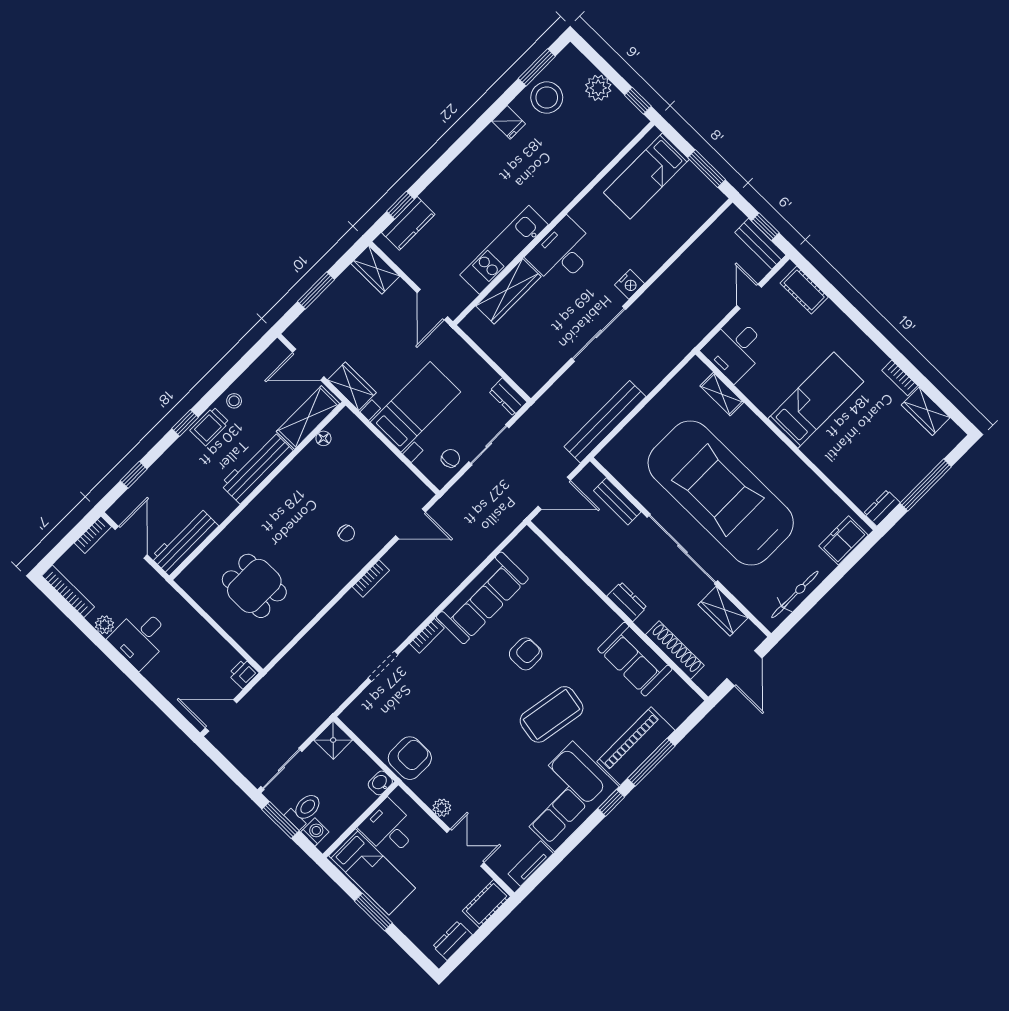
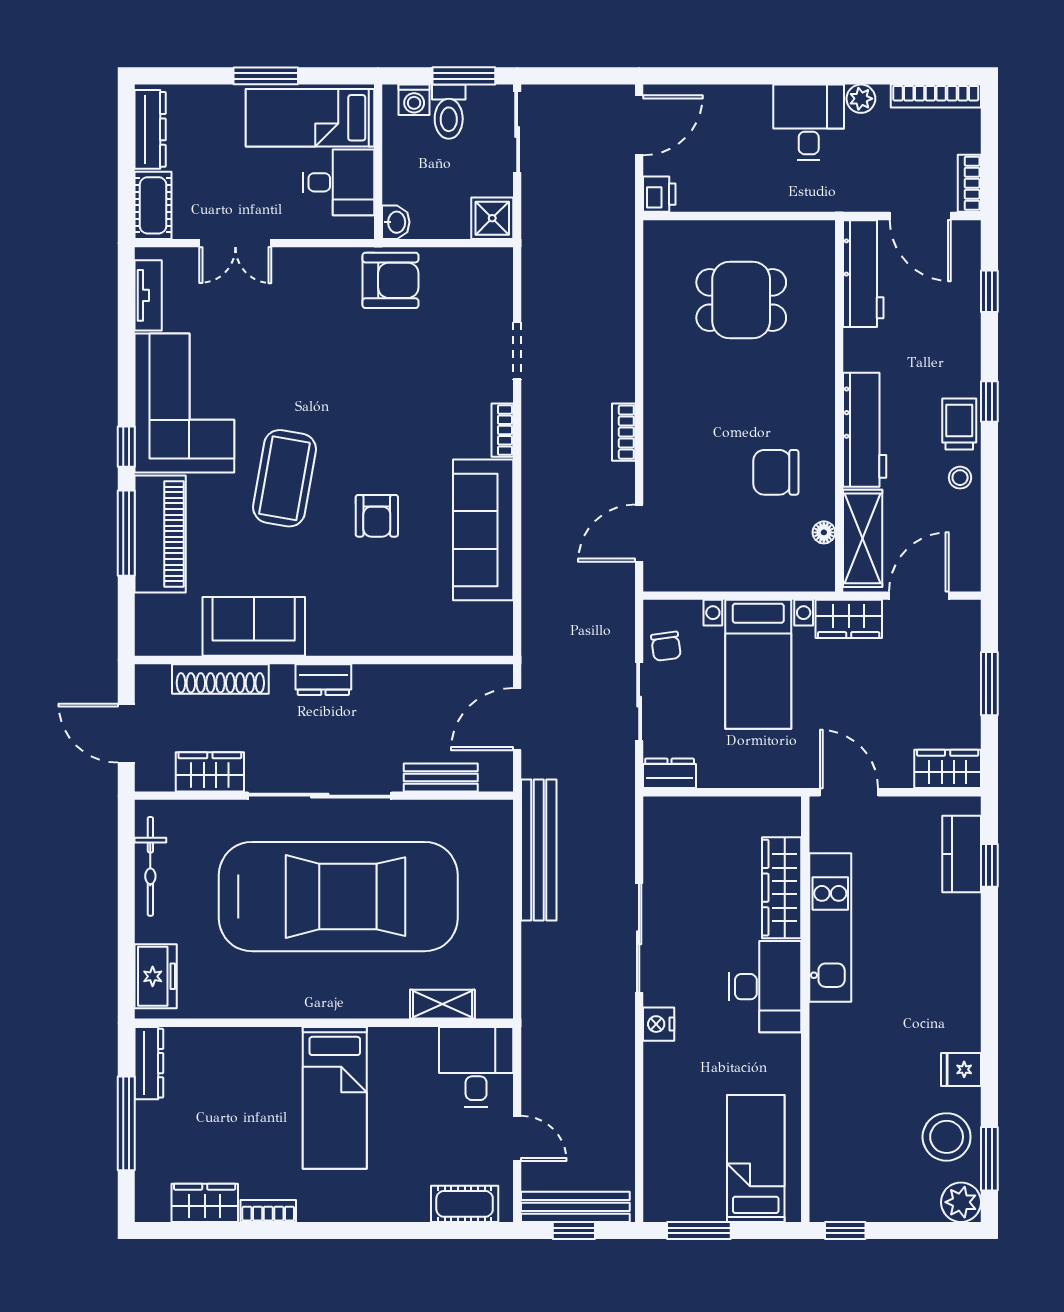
plant: (598, 88) -> (961, 1202), moved
bench: (760, 244) -> (575, 1207), width x1.36
dresser: (882, 508) -> (149, 1063), width x1.44
chair: (346, 533) -> (776, 472), moved, width x1.87, depth x1.87
armchair: (410, 758) -> (390, 280), turned -90
plant: (442, 808) -> (303, 261), removed
dresser: (453, 941) -> (150, 129), width x1.44

